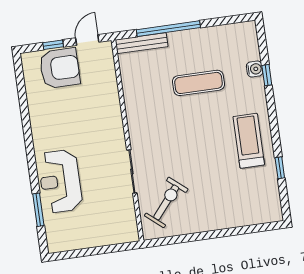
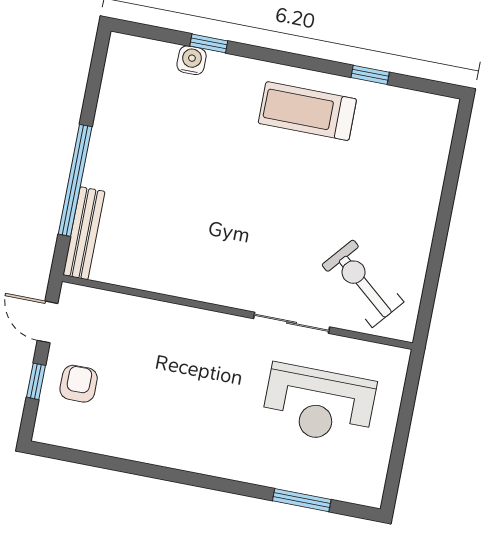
armchair: (60, 68) -> (79, 384), width x0.53, depth x0.53
exercise mat: (198, 83) -> (183, 161), removed
reception desk: (60, 181) -> (319, 404), moved

